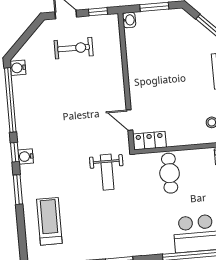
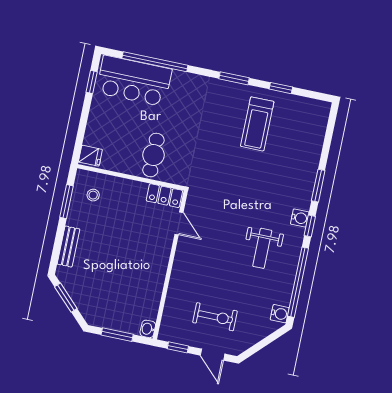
exercise bike: (74, 48) -> (215, 317), turned 180
weight bench: (107, 172) -> (262, 248), moved, turned 180
treadmill: (49, 221) -> (257, 124), moved

